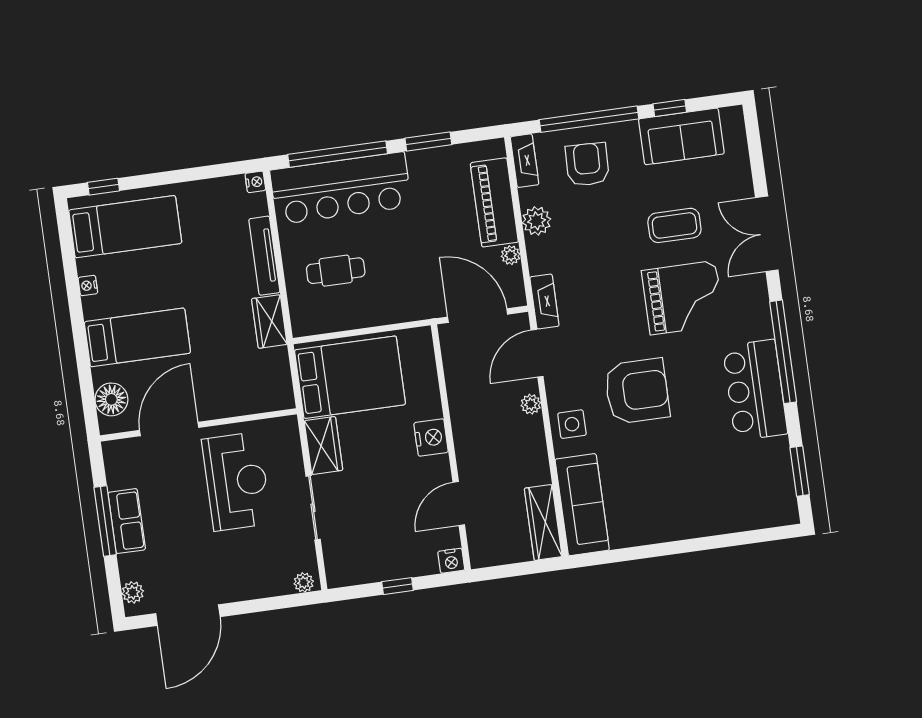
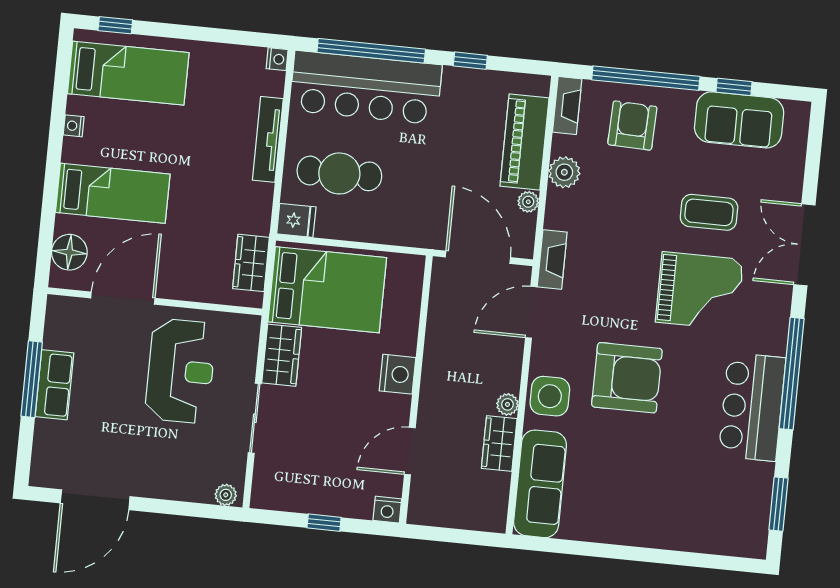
window: (428, 141) -> (470, 61), width x0.67
cafe table: (336, 271) -> (339, 173), width x1.37, depth x1.35
wardrobe: (269, 322) -> (251, 263), moved
fridge: (307, 322) -> (296, 220), added
plant: (531, 404) -> (507, 404), moved
side table: (572, 424) -> (550, 396), width x1.37, depth x1.37
wardrobe: (543, 522) -> (499, 443), moved, width x0.67
plant: (133, 592) -> (43, 462), removed

